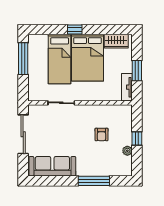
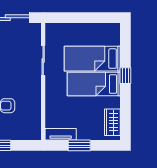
bed: (88, 58) -> (94, 84), width x0.67
window: (23, 59) -> (93, 18), removed

